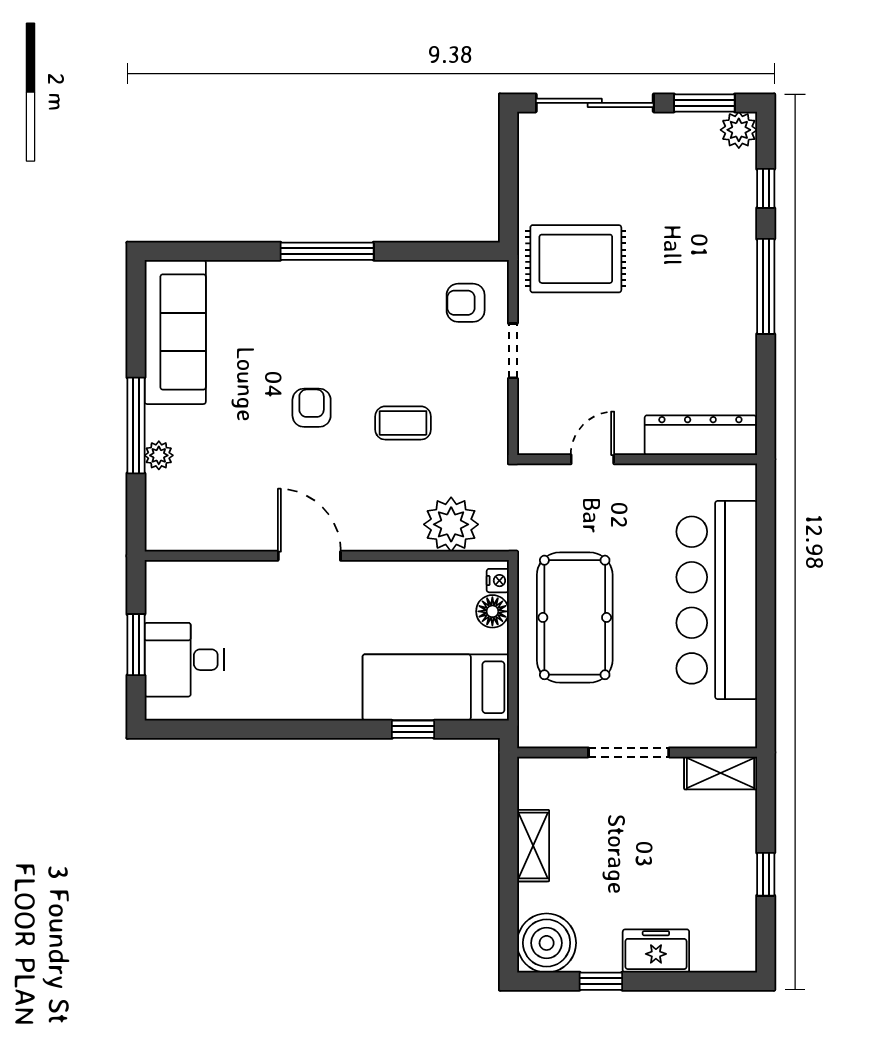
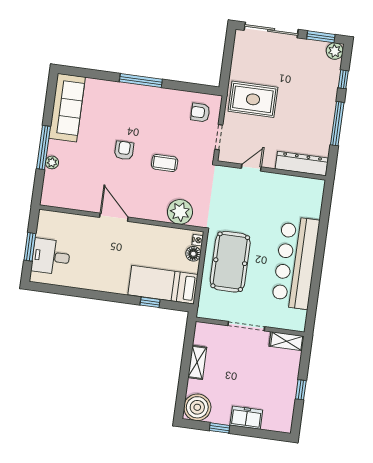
dresser: (700, 435) -> (302, 164), moved
door: (592, 459) -> (251, 168), moved
wall: (637, 459) -> (271, 170), moved

